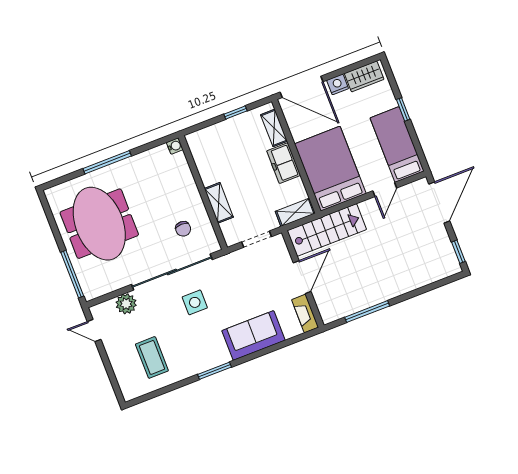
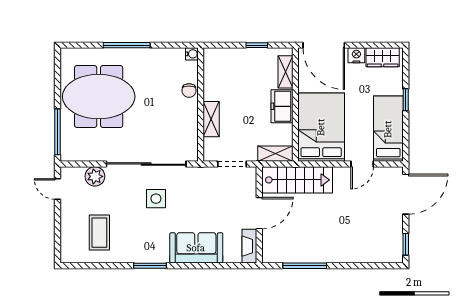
meeting table: (99, 224) -> (99, 97), turned 90
chair: (183, 229) -> (189, 90), moved

